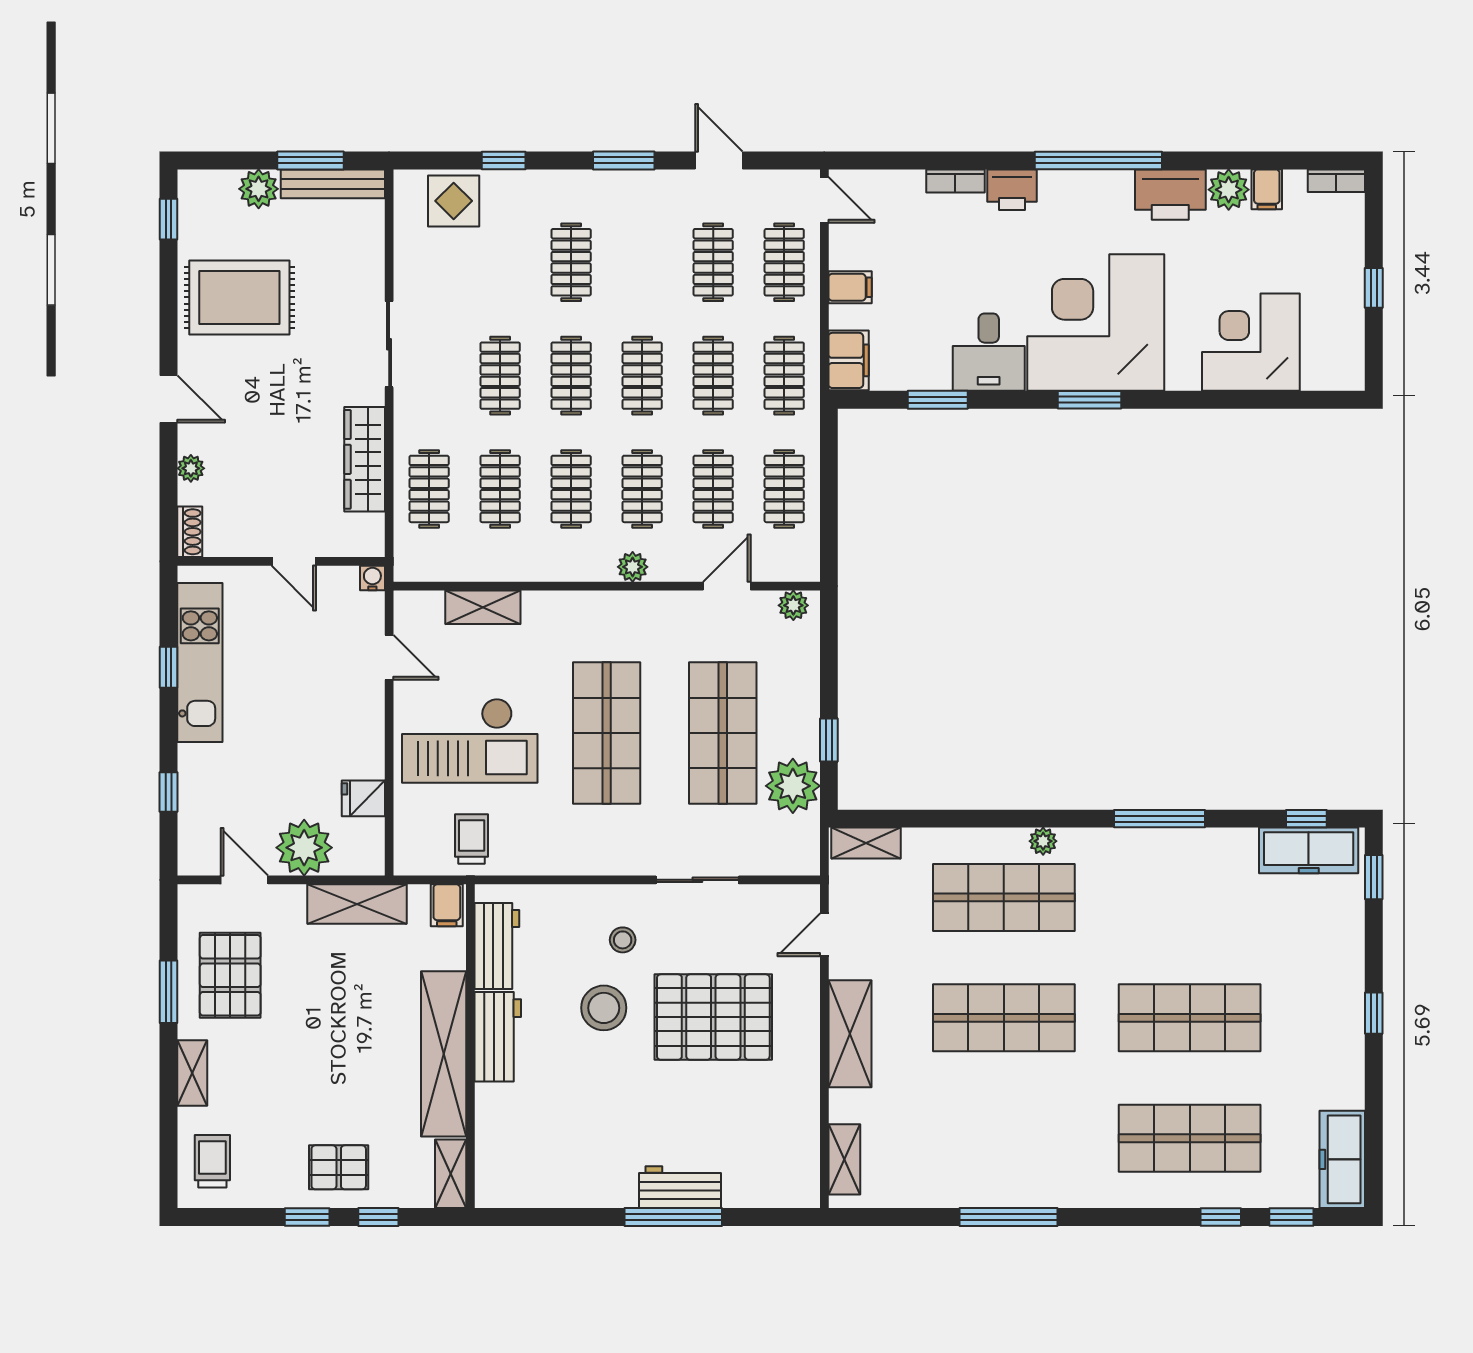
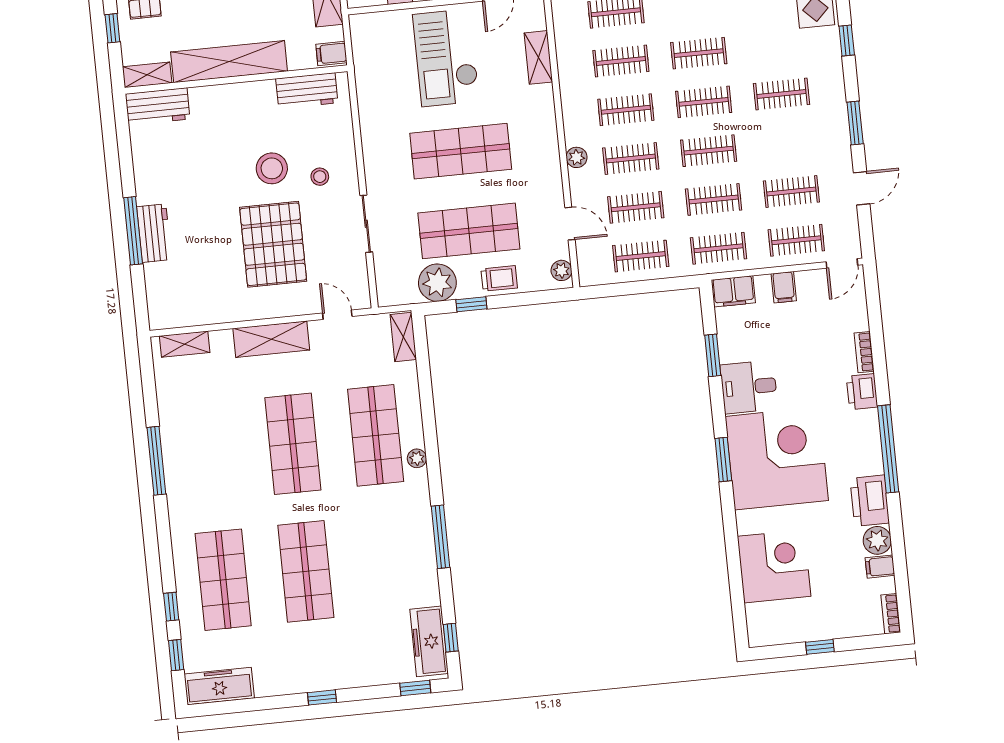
trolley: (472, 839) -> (499, 278), moved
workbench: (498, 1037) -> (158, 106), moved

